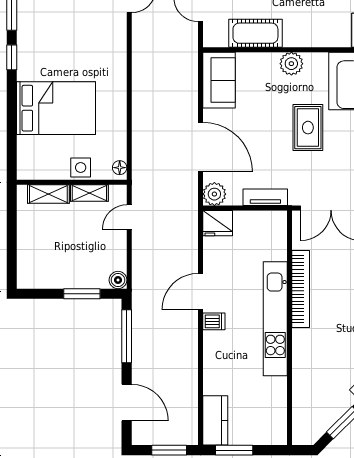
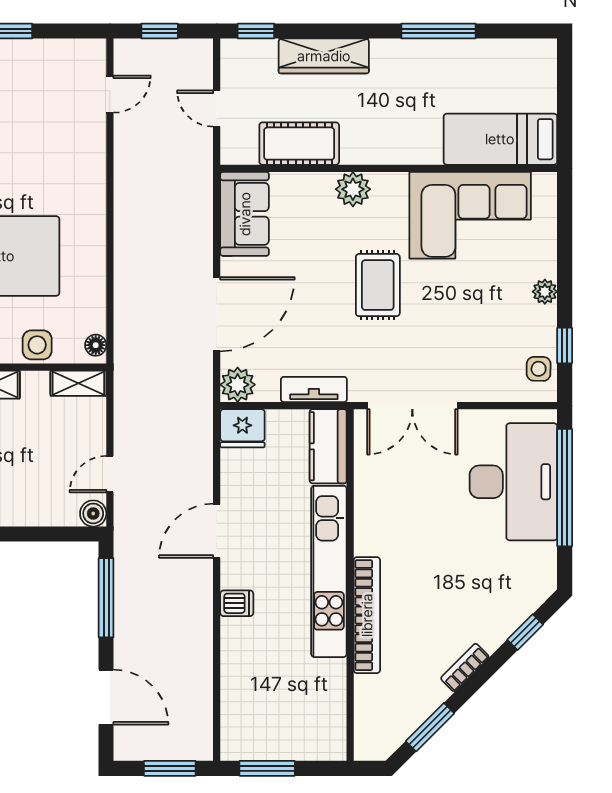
door: (200, 147) -> (217, 314), hinge flipped
shelving: (89, 193) -> (78, 383), moved
door: (129, 217) -> (110, 474), moved
bookcase: (301, 289) -> (367, 615), moved
window: (82, 294) -> (39, 534), removed
dishwasher: (214, 321) -> (237, 603), moved
kitchen counter: (215, 420) -> (328, 446), moved, turned 180

